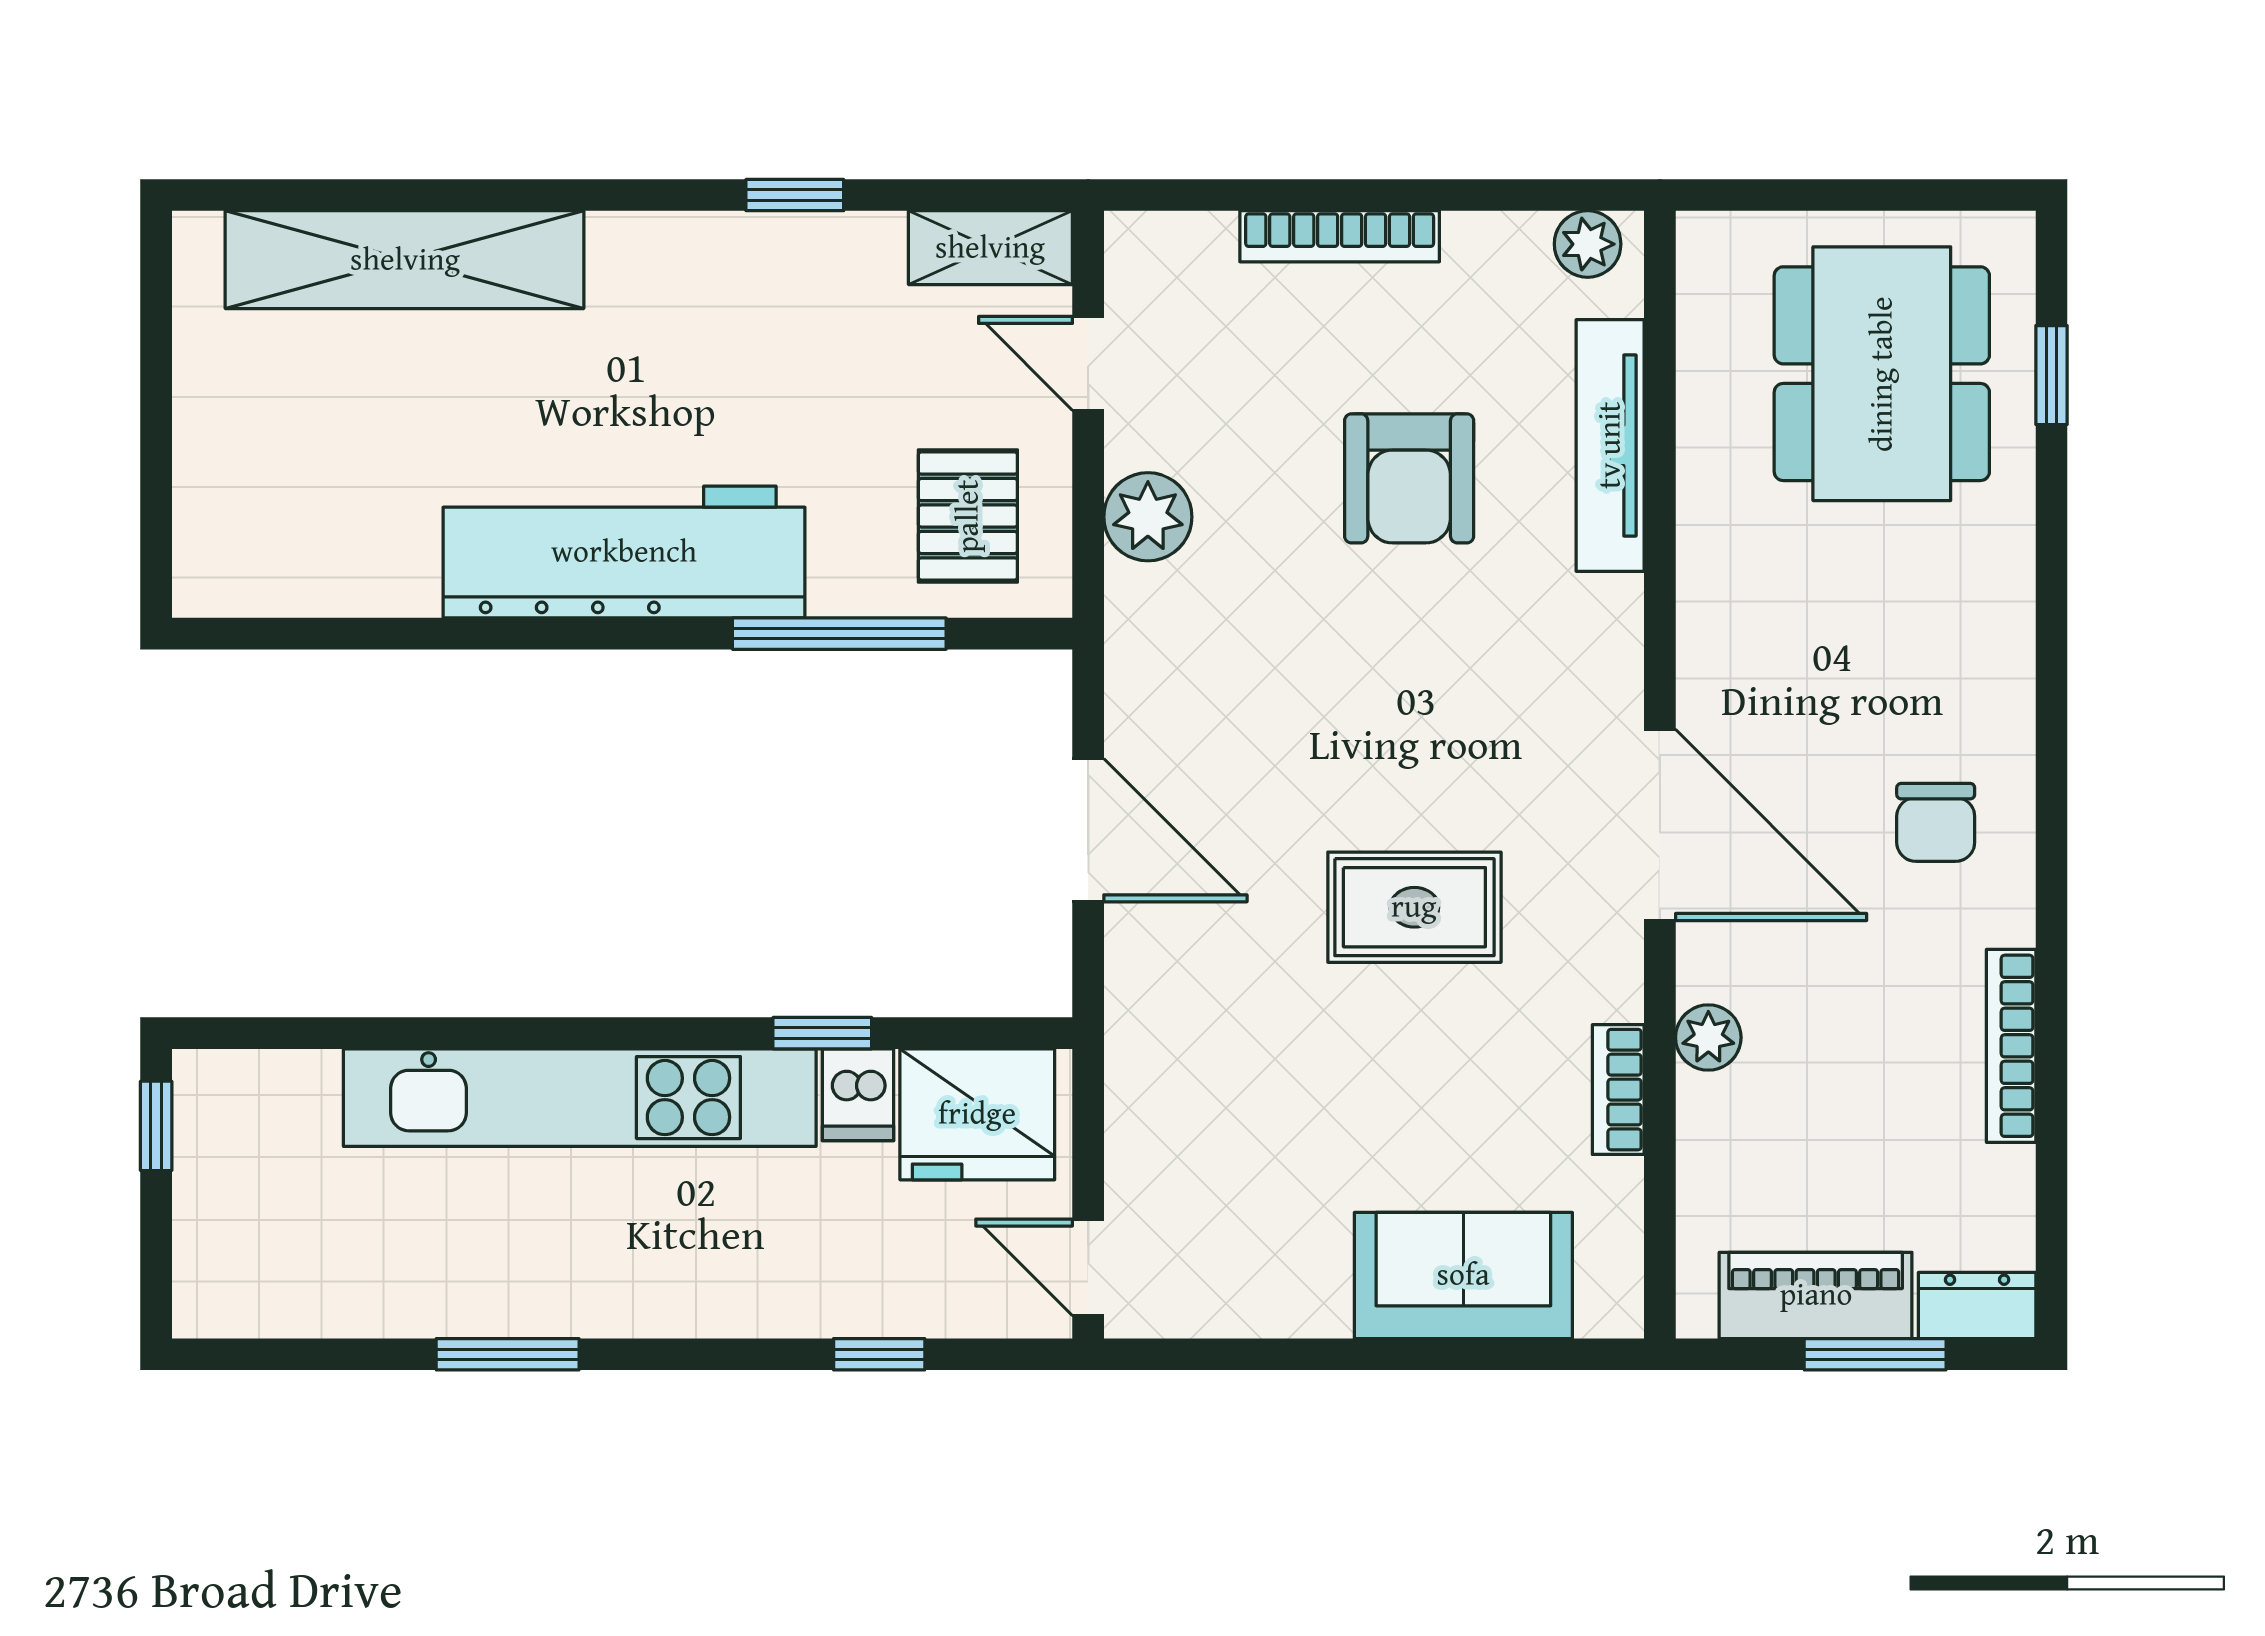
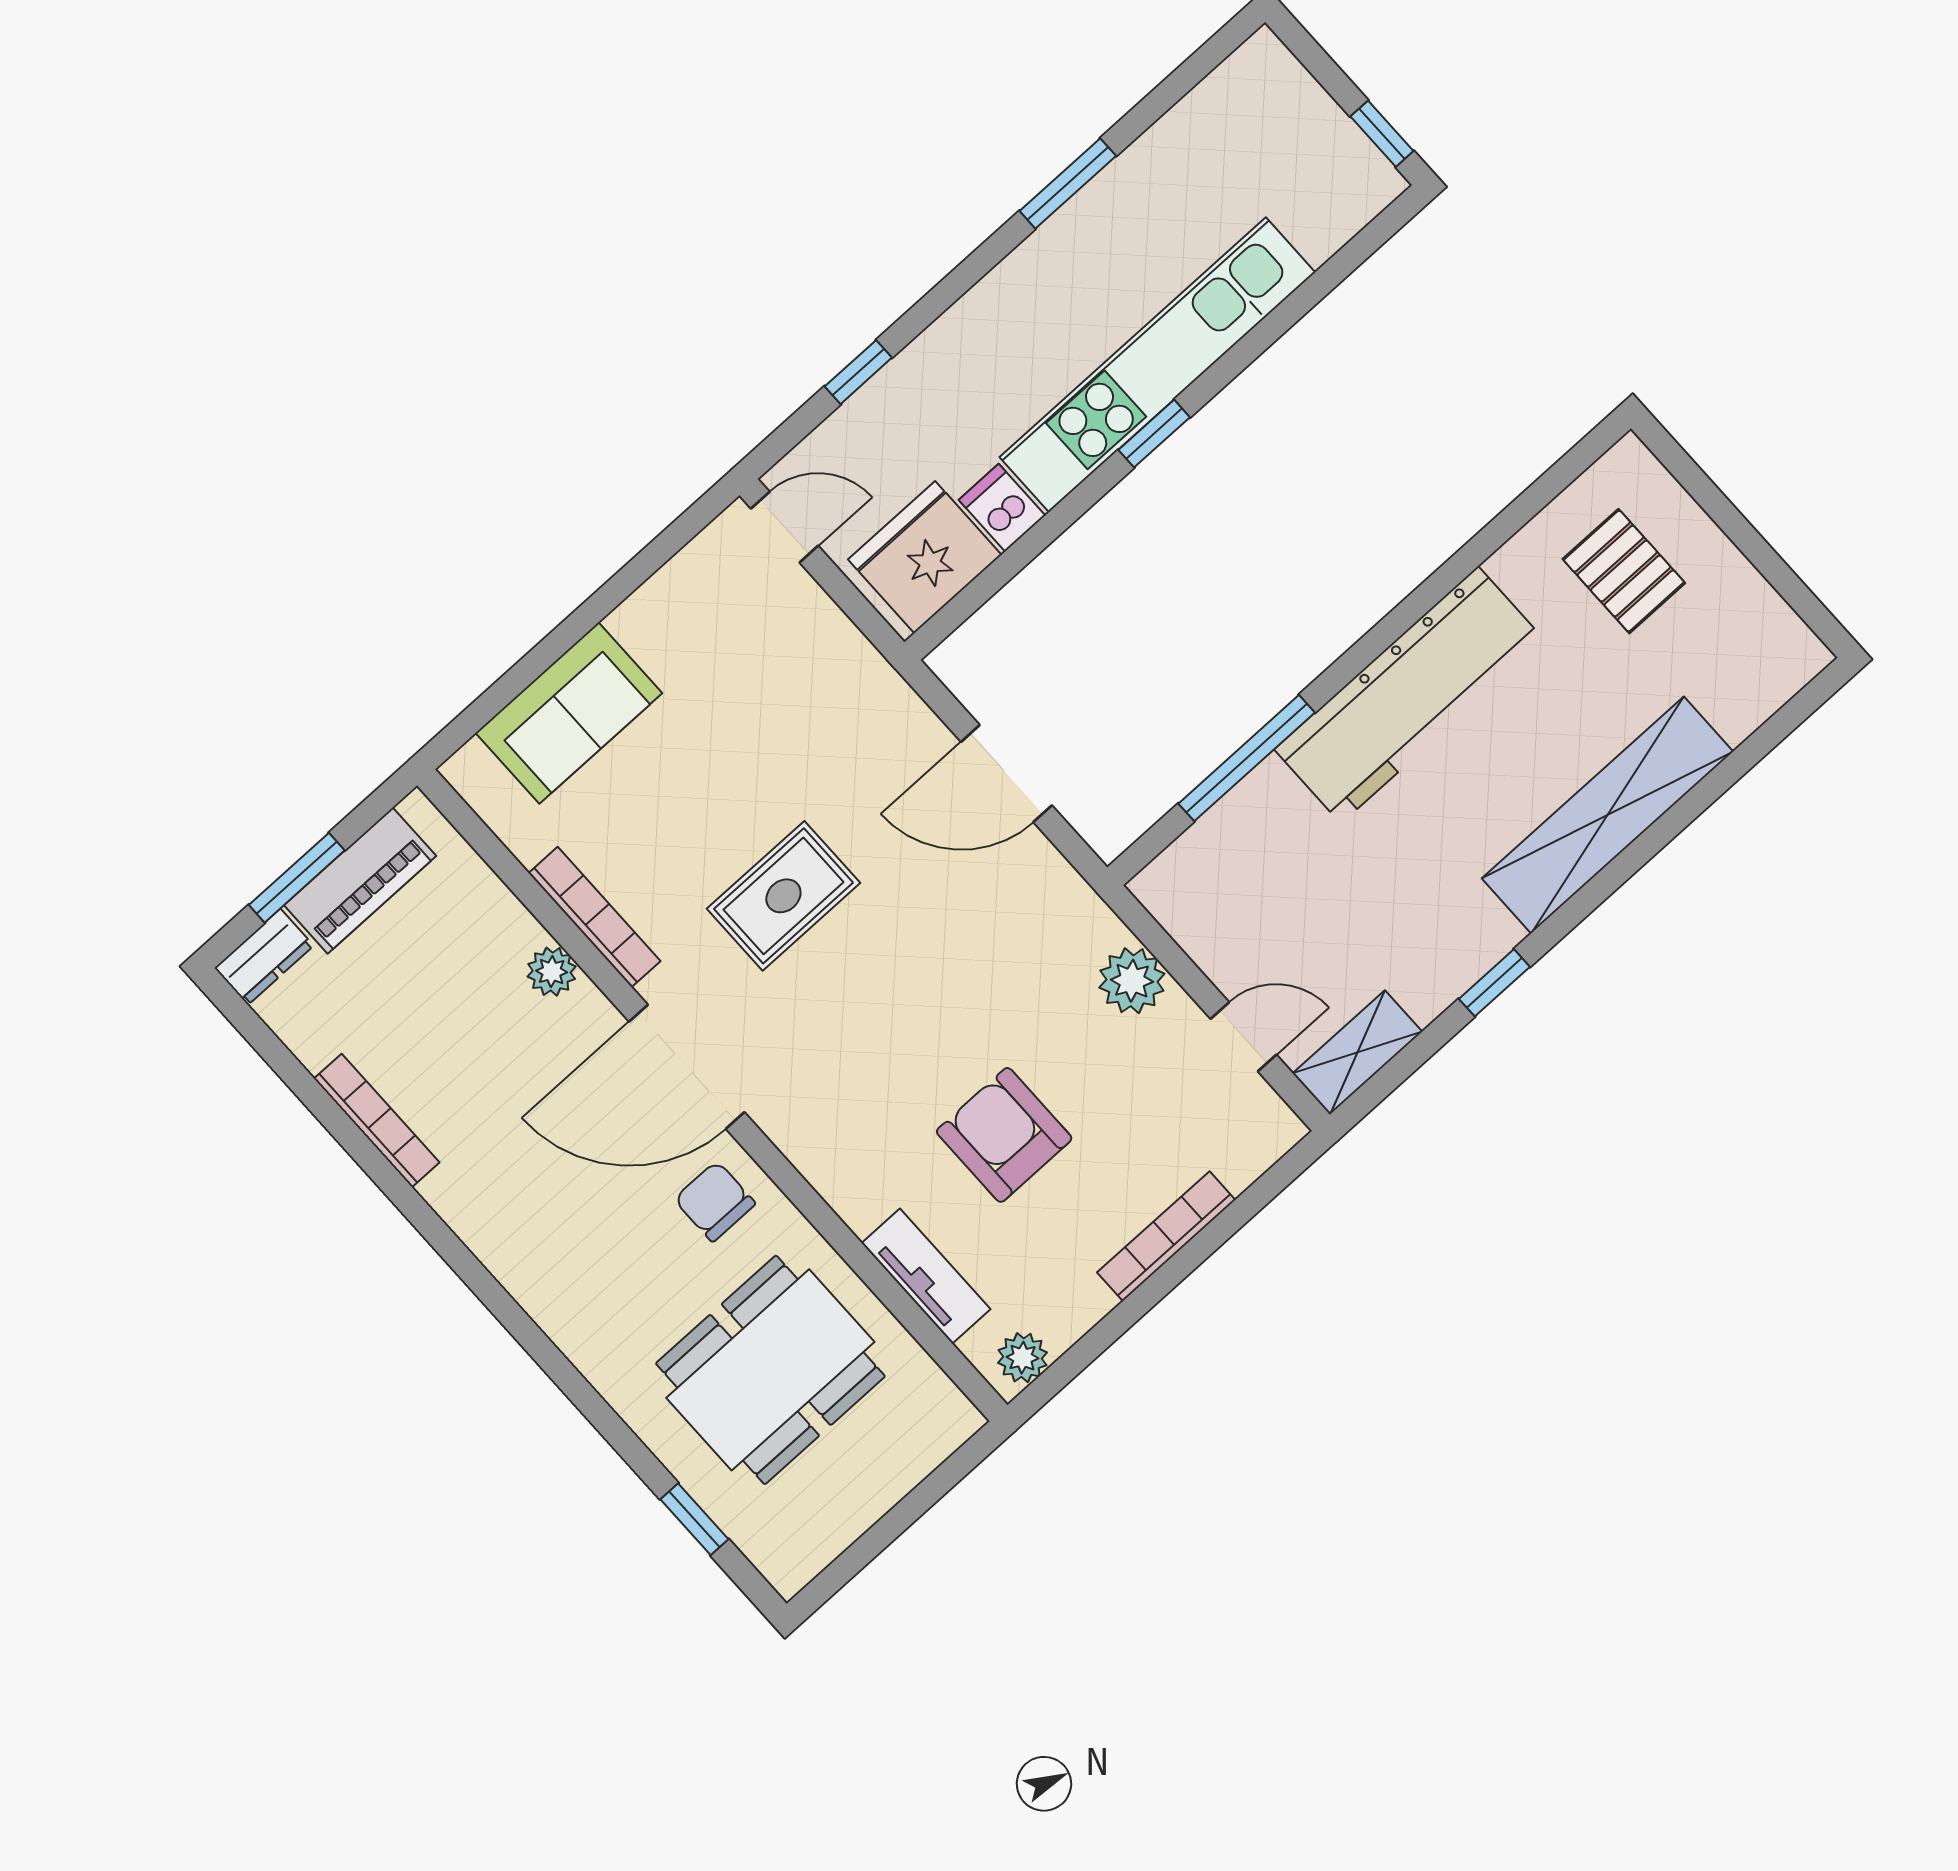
shelving: (405, 260) -> (1608, 815), moved
dining table: (1882, 374) -> (770, 1370), moved, turned 90
tv unit: (1610, 445) -> (926, 1276), width x0.71
pallet: (968, 516) -> (1624, 571), moved
chair: (1936, 822) -> (715, 1201), moved
window: (822, 1033) -> (1154, 434), moved
bookcase: (1618, 1090) -> (594, 917), width x1.56

